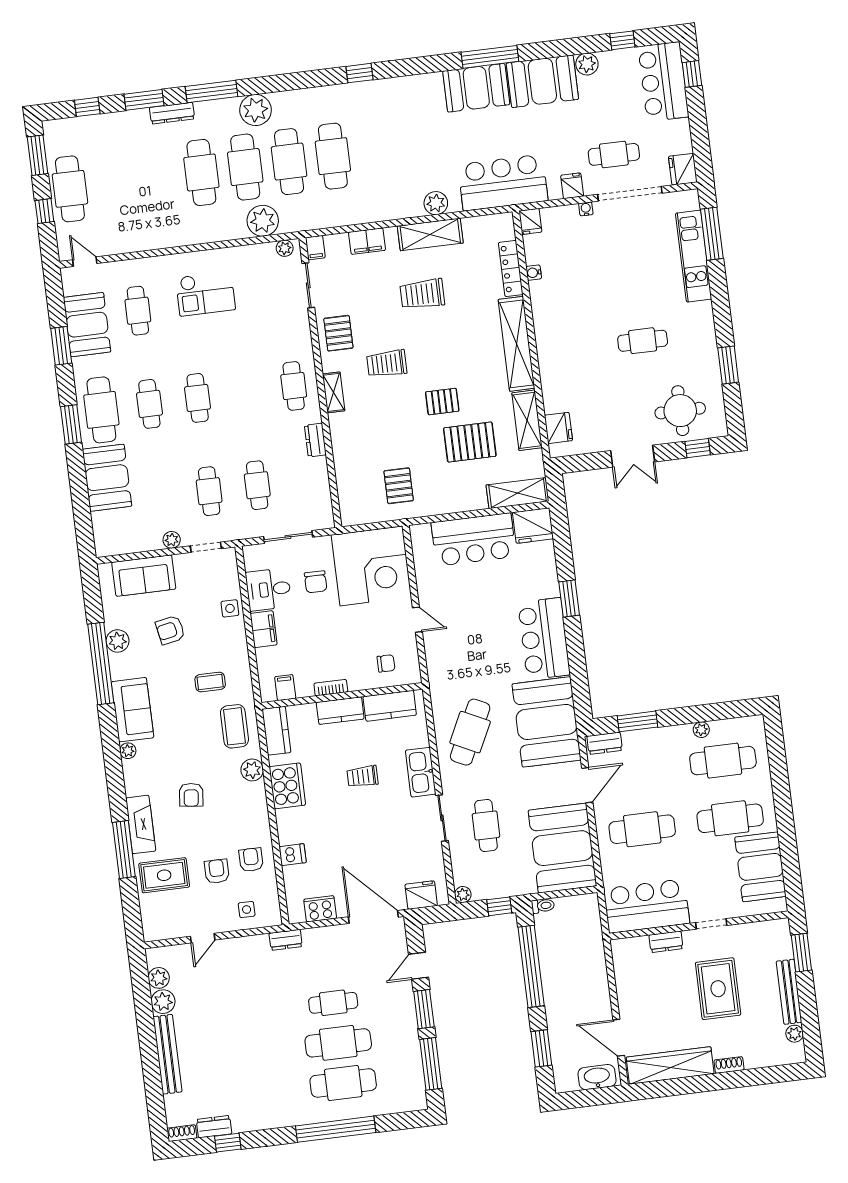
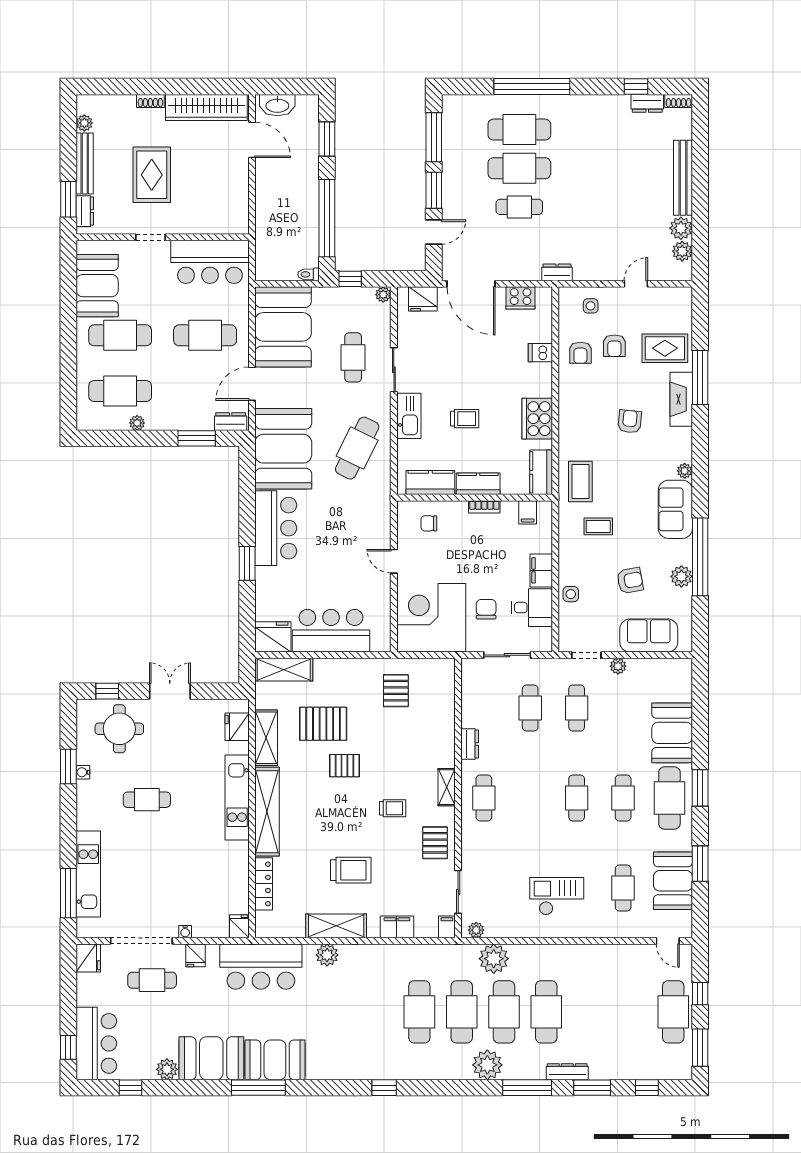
water cooler: (534, 273) -> (83, 772), moved, turned 180
kitchen unit: (549, 355) -> (237, 798), added
trolley: (387, 364) -> (393, 808), width x0.73, depth x0.72
plant: (252, 770) -> (569, 438), removed
dresser: (666, 942) -> (85, 211), moved, turned 90

